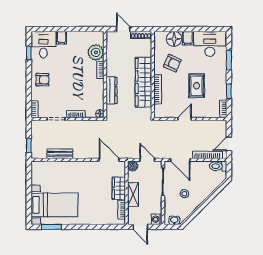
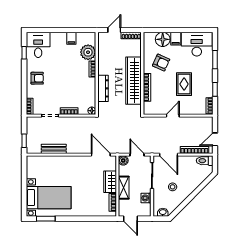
door: (123, 29) -> (114, 30), hinge flipped
filing cabinet: (62, 38) -> (71, 38), moved
washing machine: (157, 219) -> (146, 198), moved

